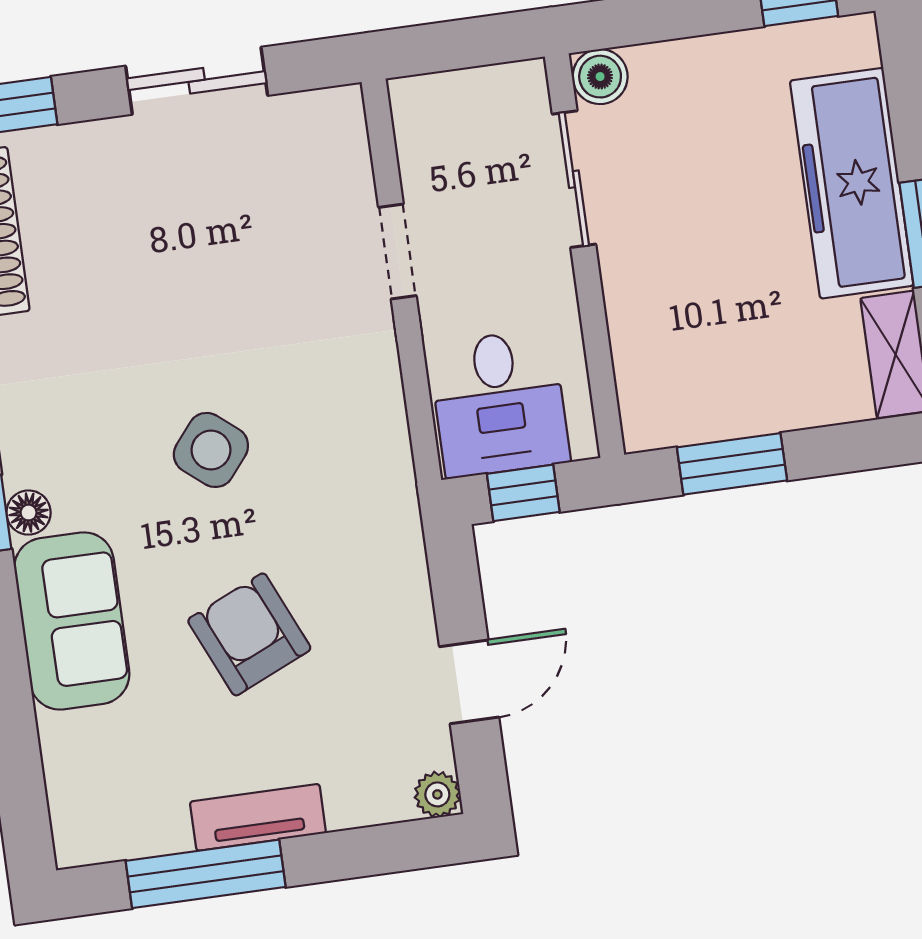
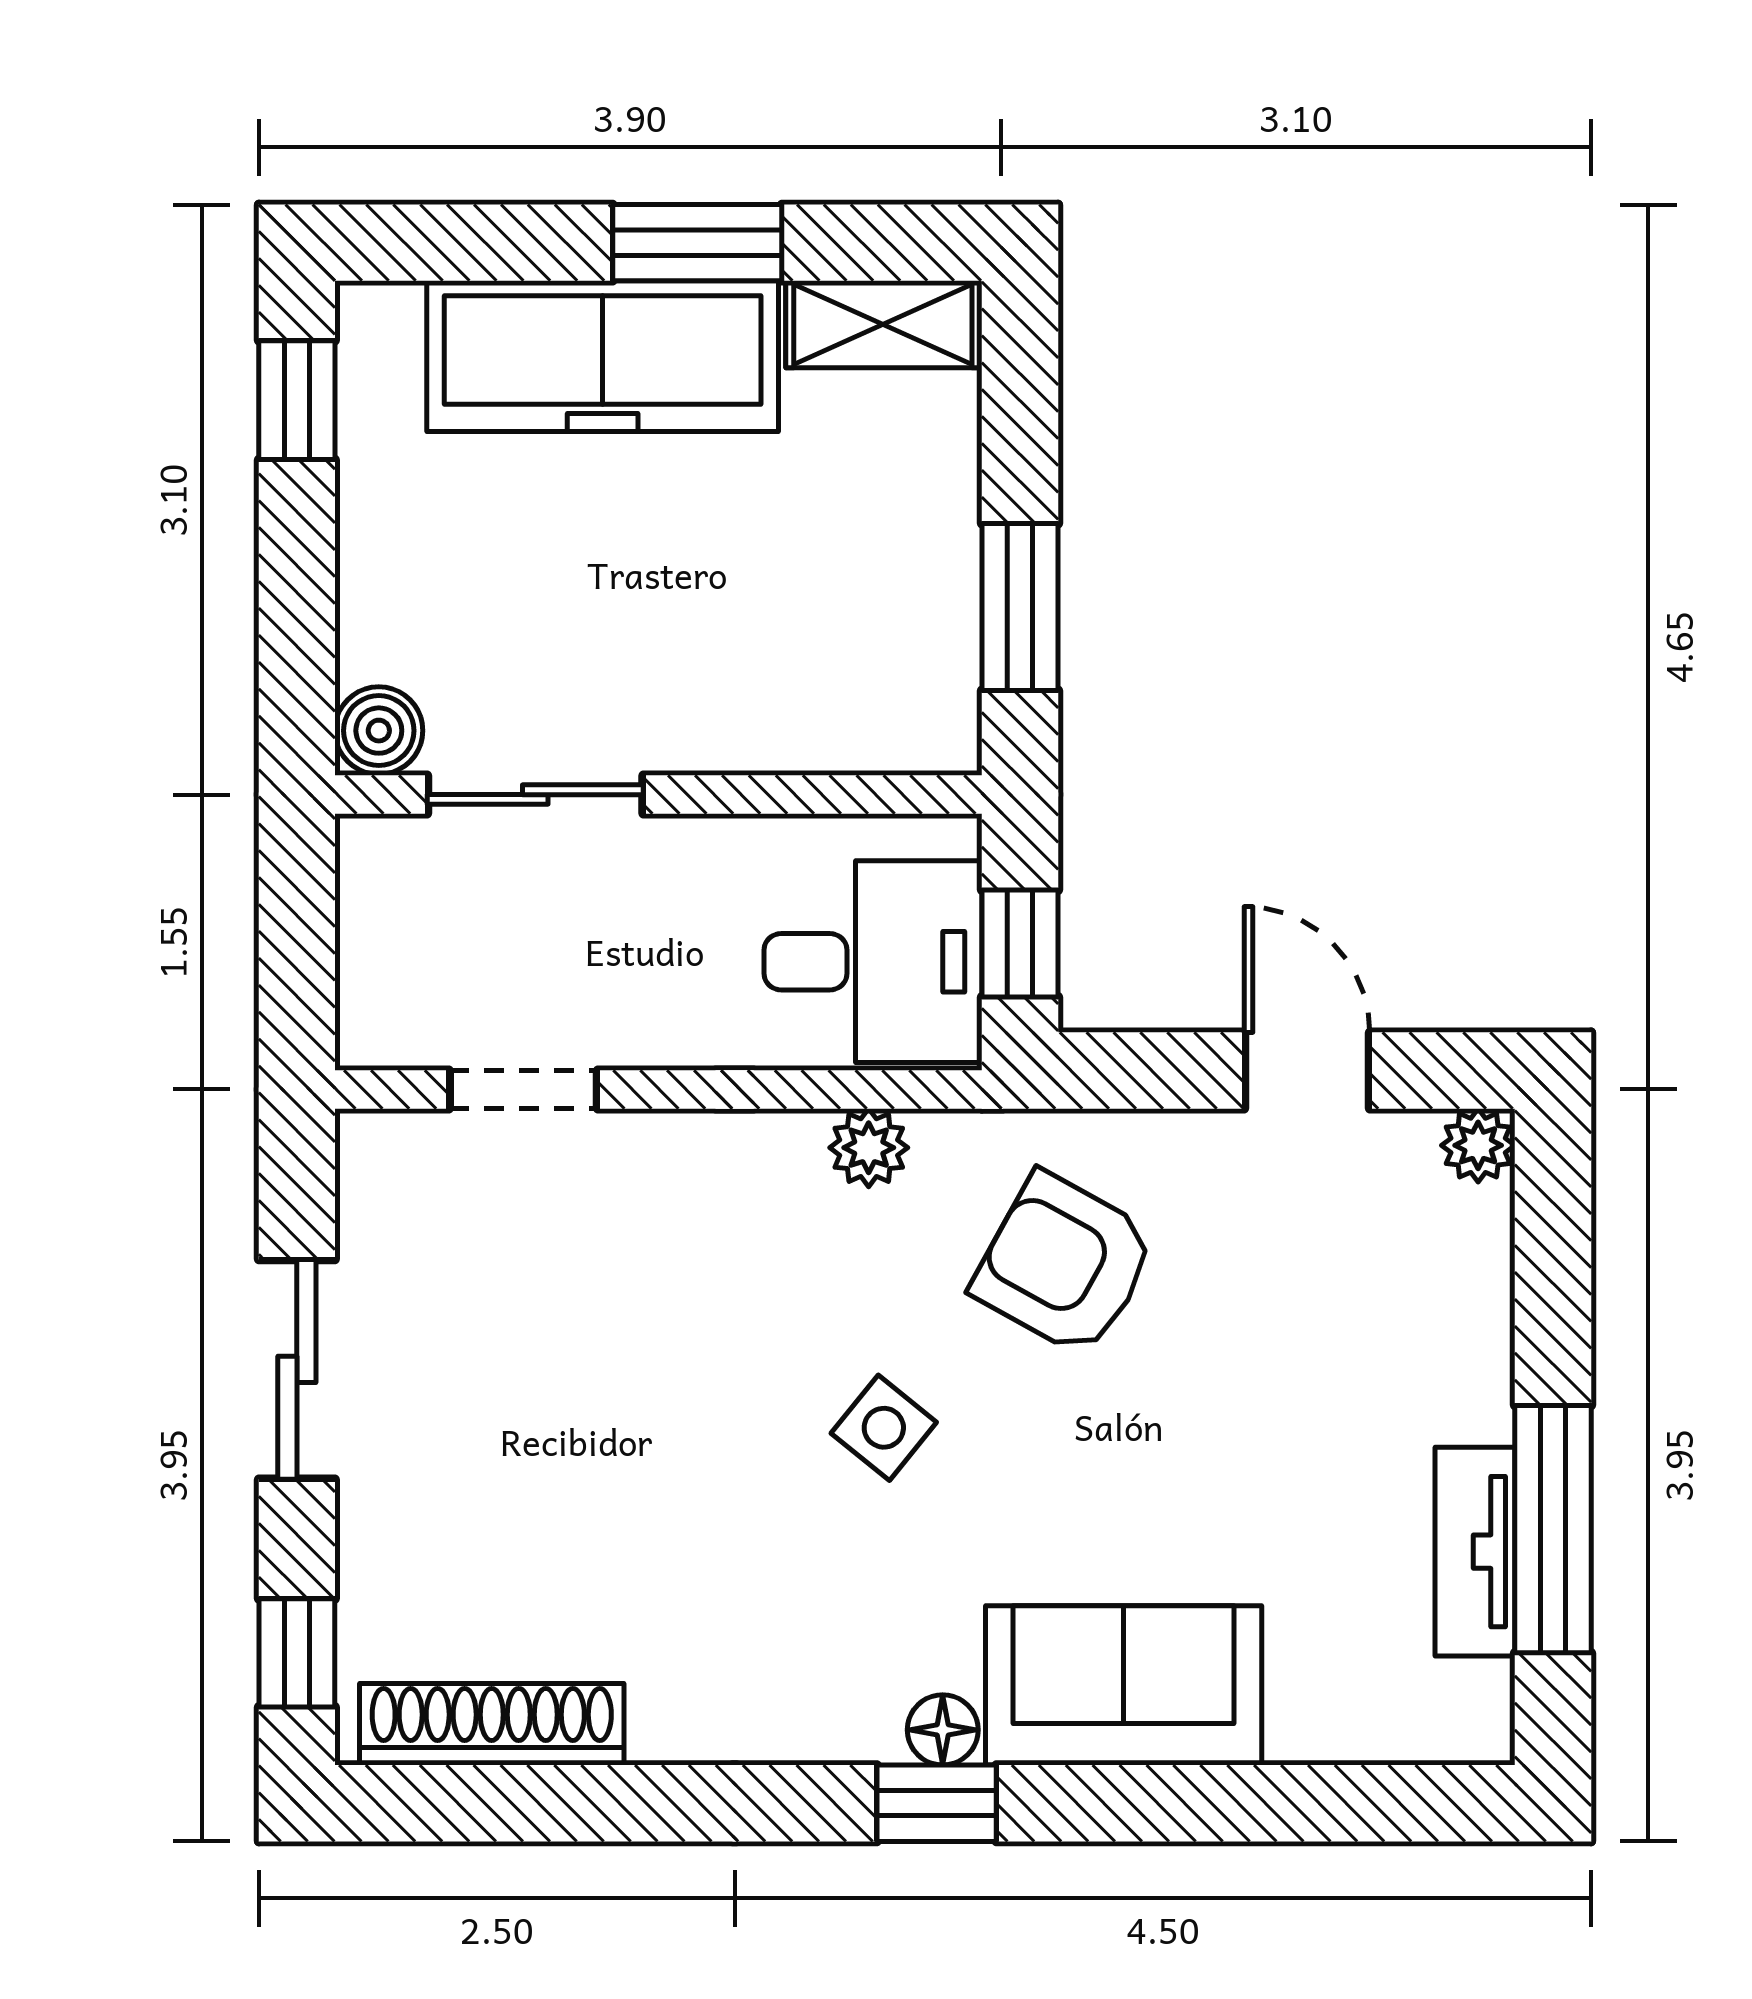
doorway: (397, 252) -> (523, 1089), moved
plant: (383, 416) -> (869, 1148), added
side table: (211, 450) -> (884, 1428), width x0.73, depth x0.73
armchair: (249, 634) -> (1065, 1264), moved, turned 53
tv unit: (258, 817) -> (1475, 1552), moved

